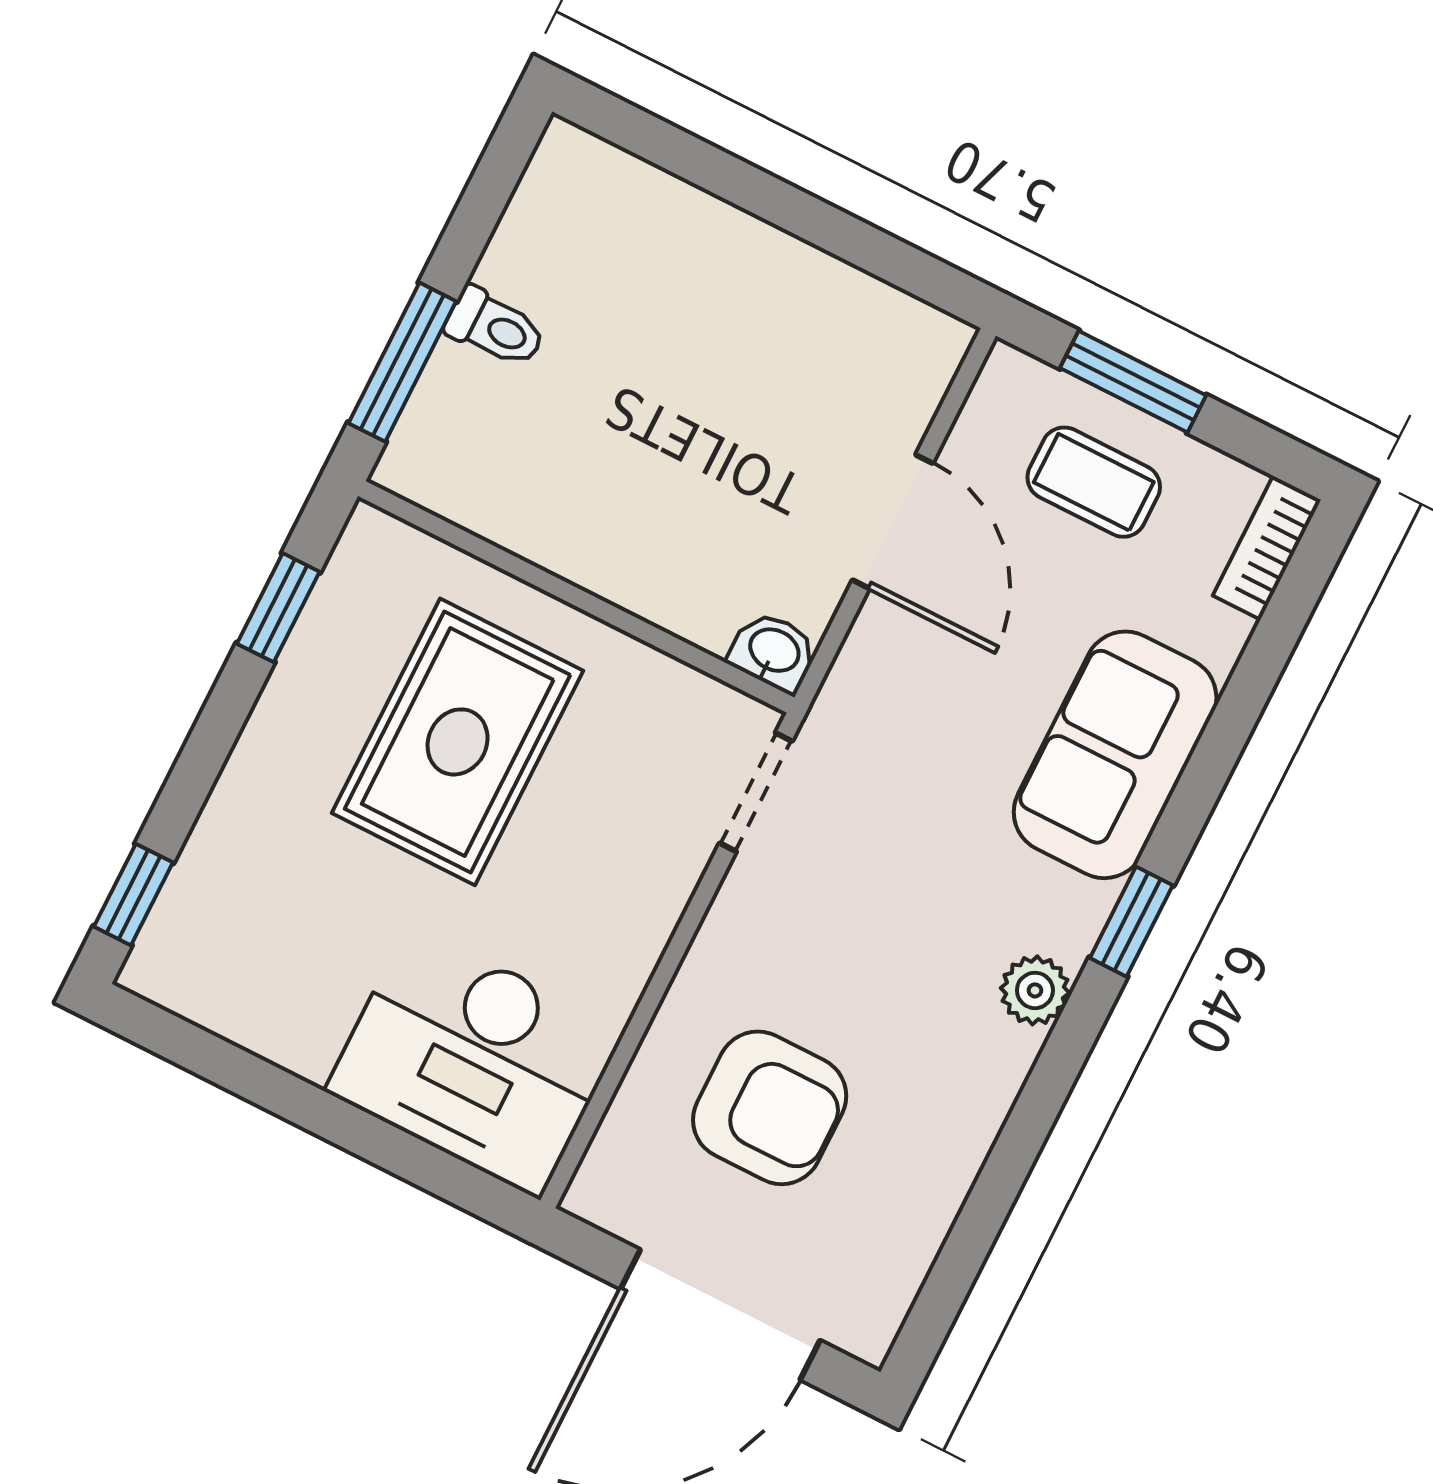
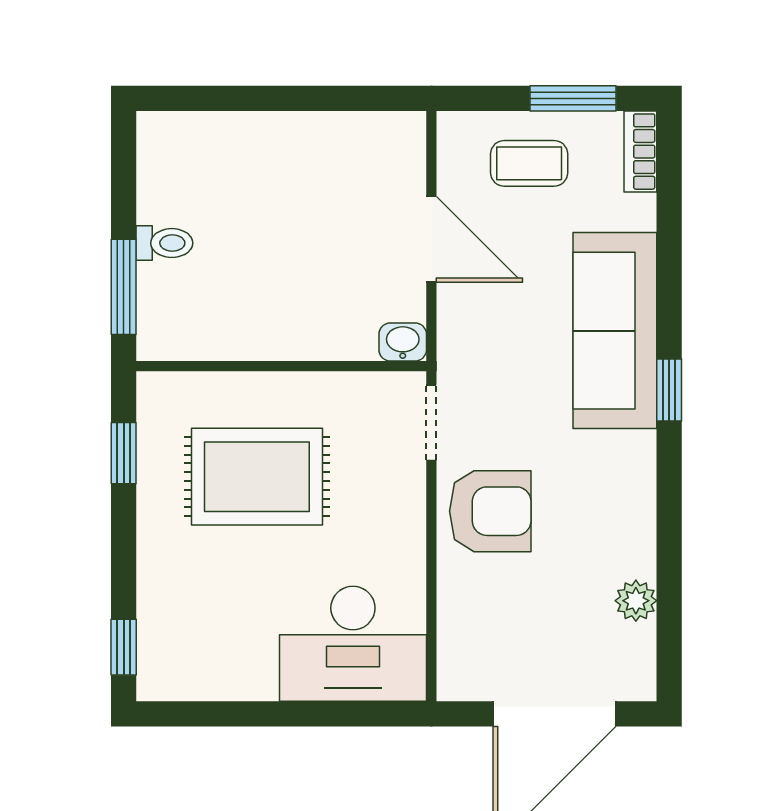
window: (1133, 382) -> (573, 98), moved
rug: (458, 742) -> (257, 477), turned 90
sofa: (1115, 755) -> (615, 331), width x1.36
plant: (1035, 990) -> (636, 601), moved
armchair: (770, 1108) -> (490, 511), moved

